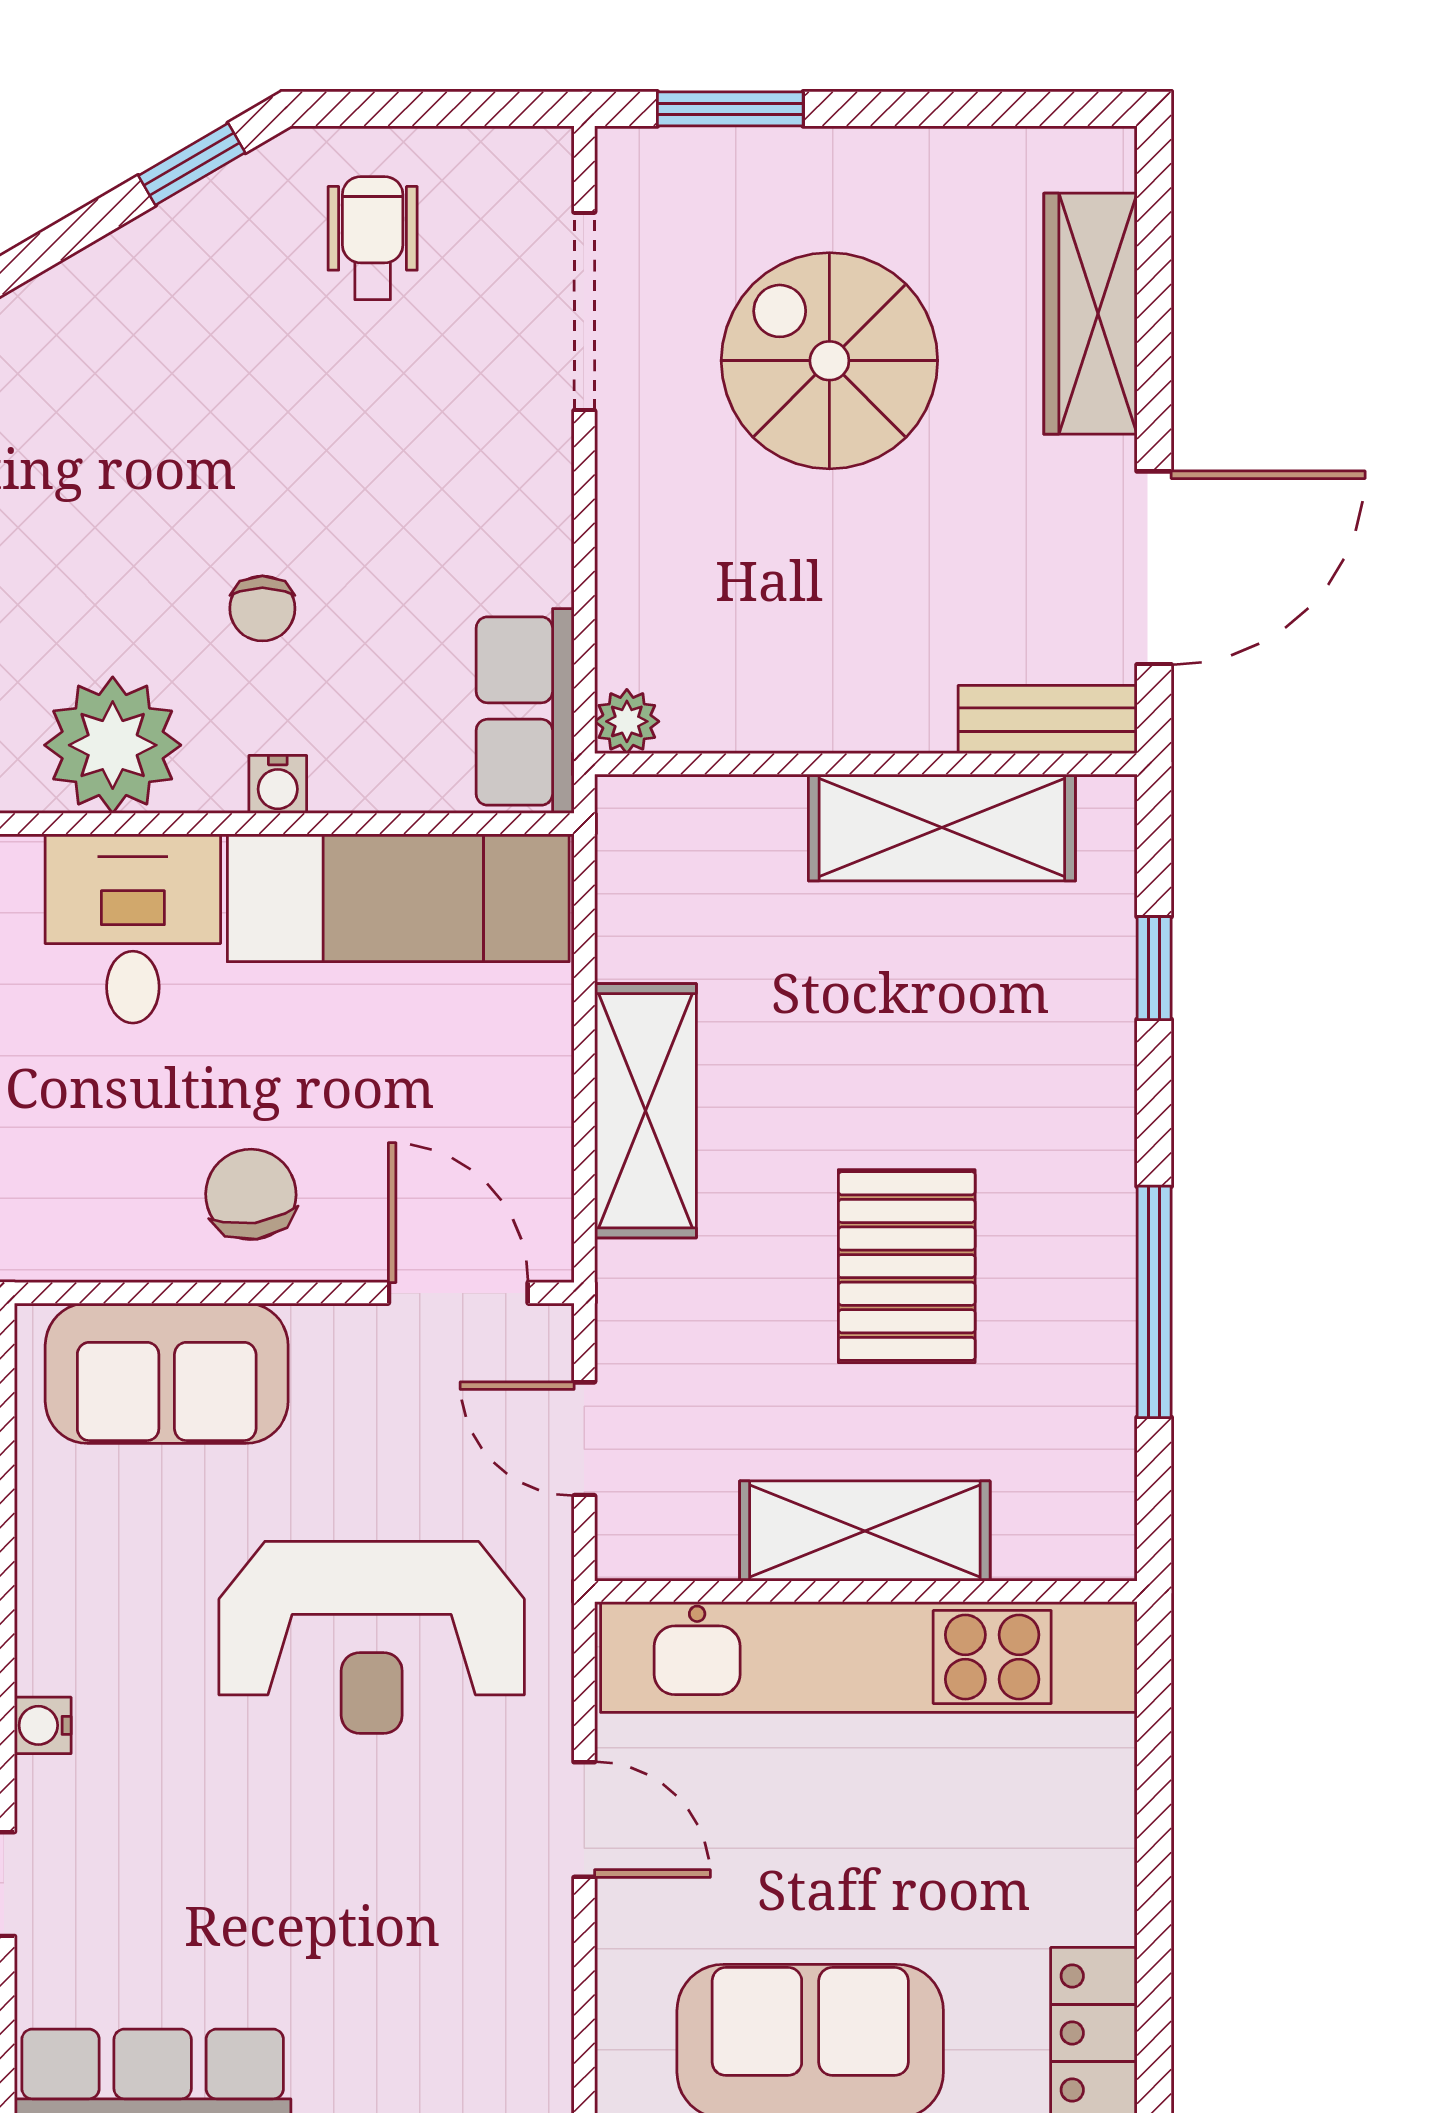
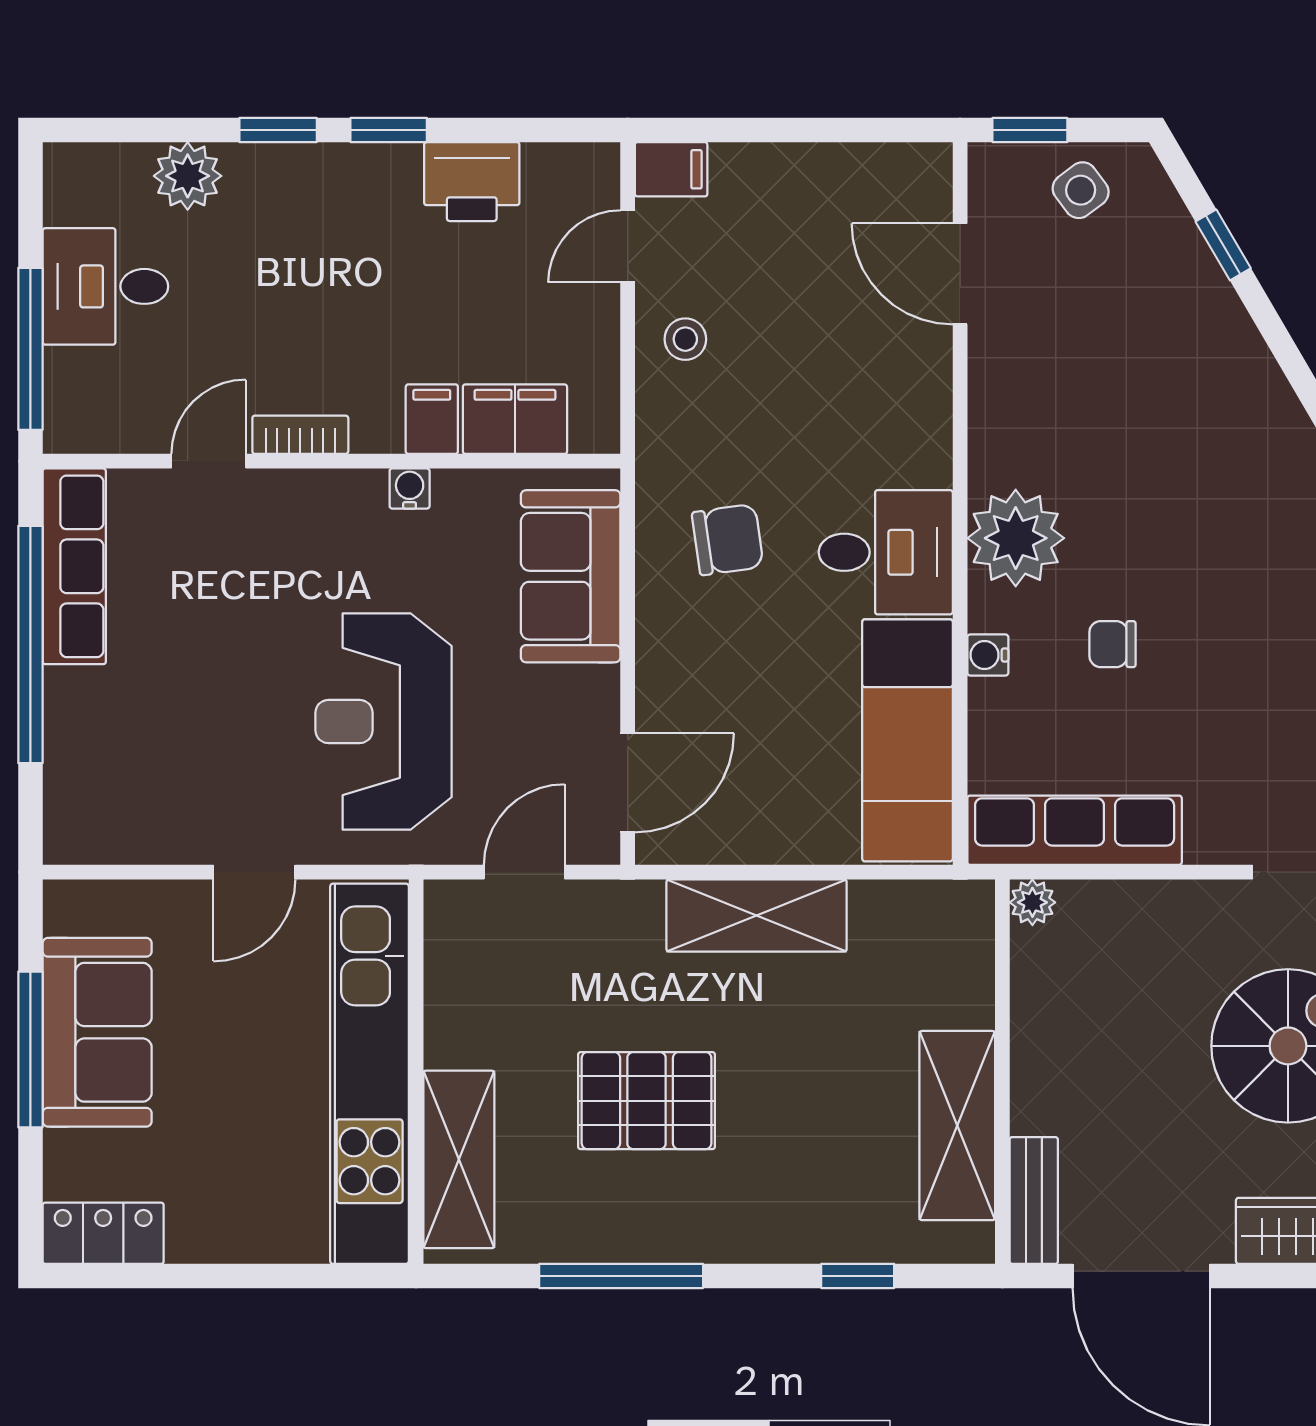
row of seats: (525, 711) -> (1075, 830), width x1.48
chair: (251, 1194) -> (728, 540), moved
shelving: (865, 1531) -> (459, 1159), moved
water cooler: (43, 1725) -> (410, 489), moved

